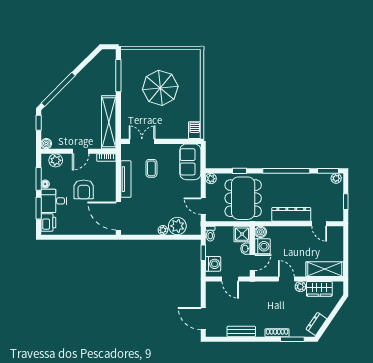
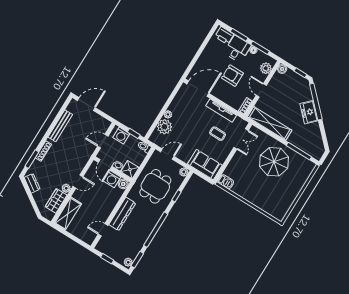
parasol: (160, 88) -> (274, 162), moved
freezer: (73, 90) -> (309, 112), added
dining table: (243, 198) -> (155, 186), width x0.73
bench: (241, 331) -> (60, 126), width x1.36

